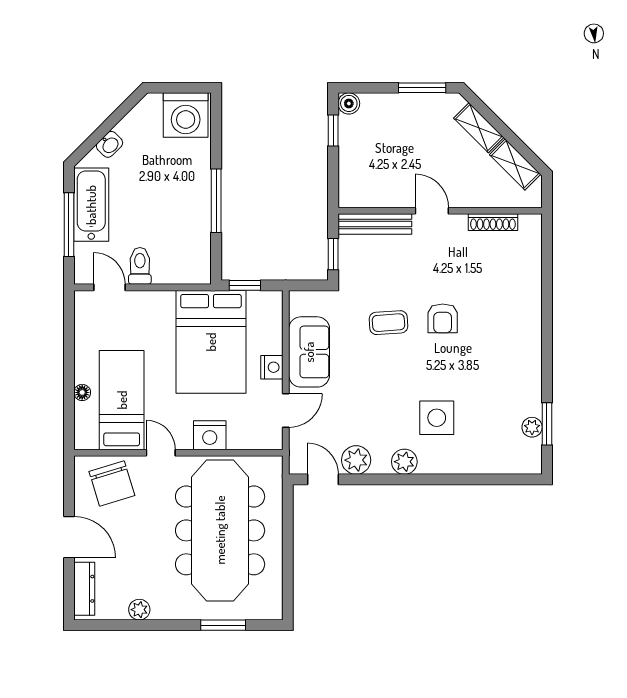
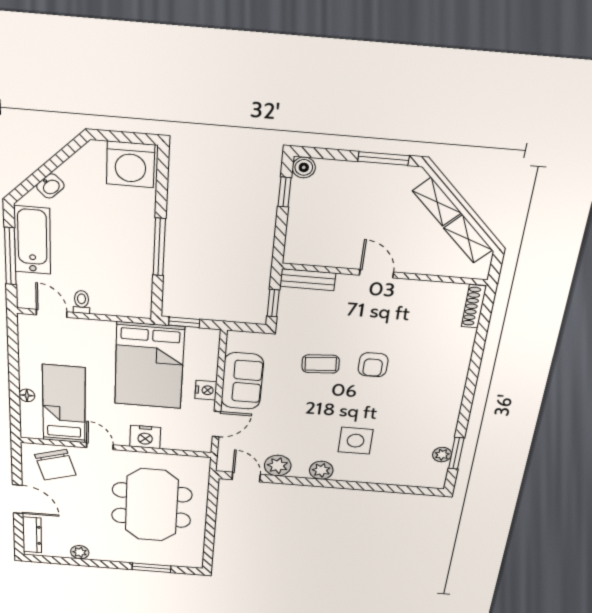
shoe rack: (493, 222) -> (474, 306), moved, turned 90
bench: (375, 224) -> (308, 280), width x0.73
toilet: (140, 266) -> (81, 302), width x0.73, depth x0.72
meeting table: (220, 530) -> (152, 505), width x0.73

